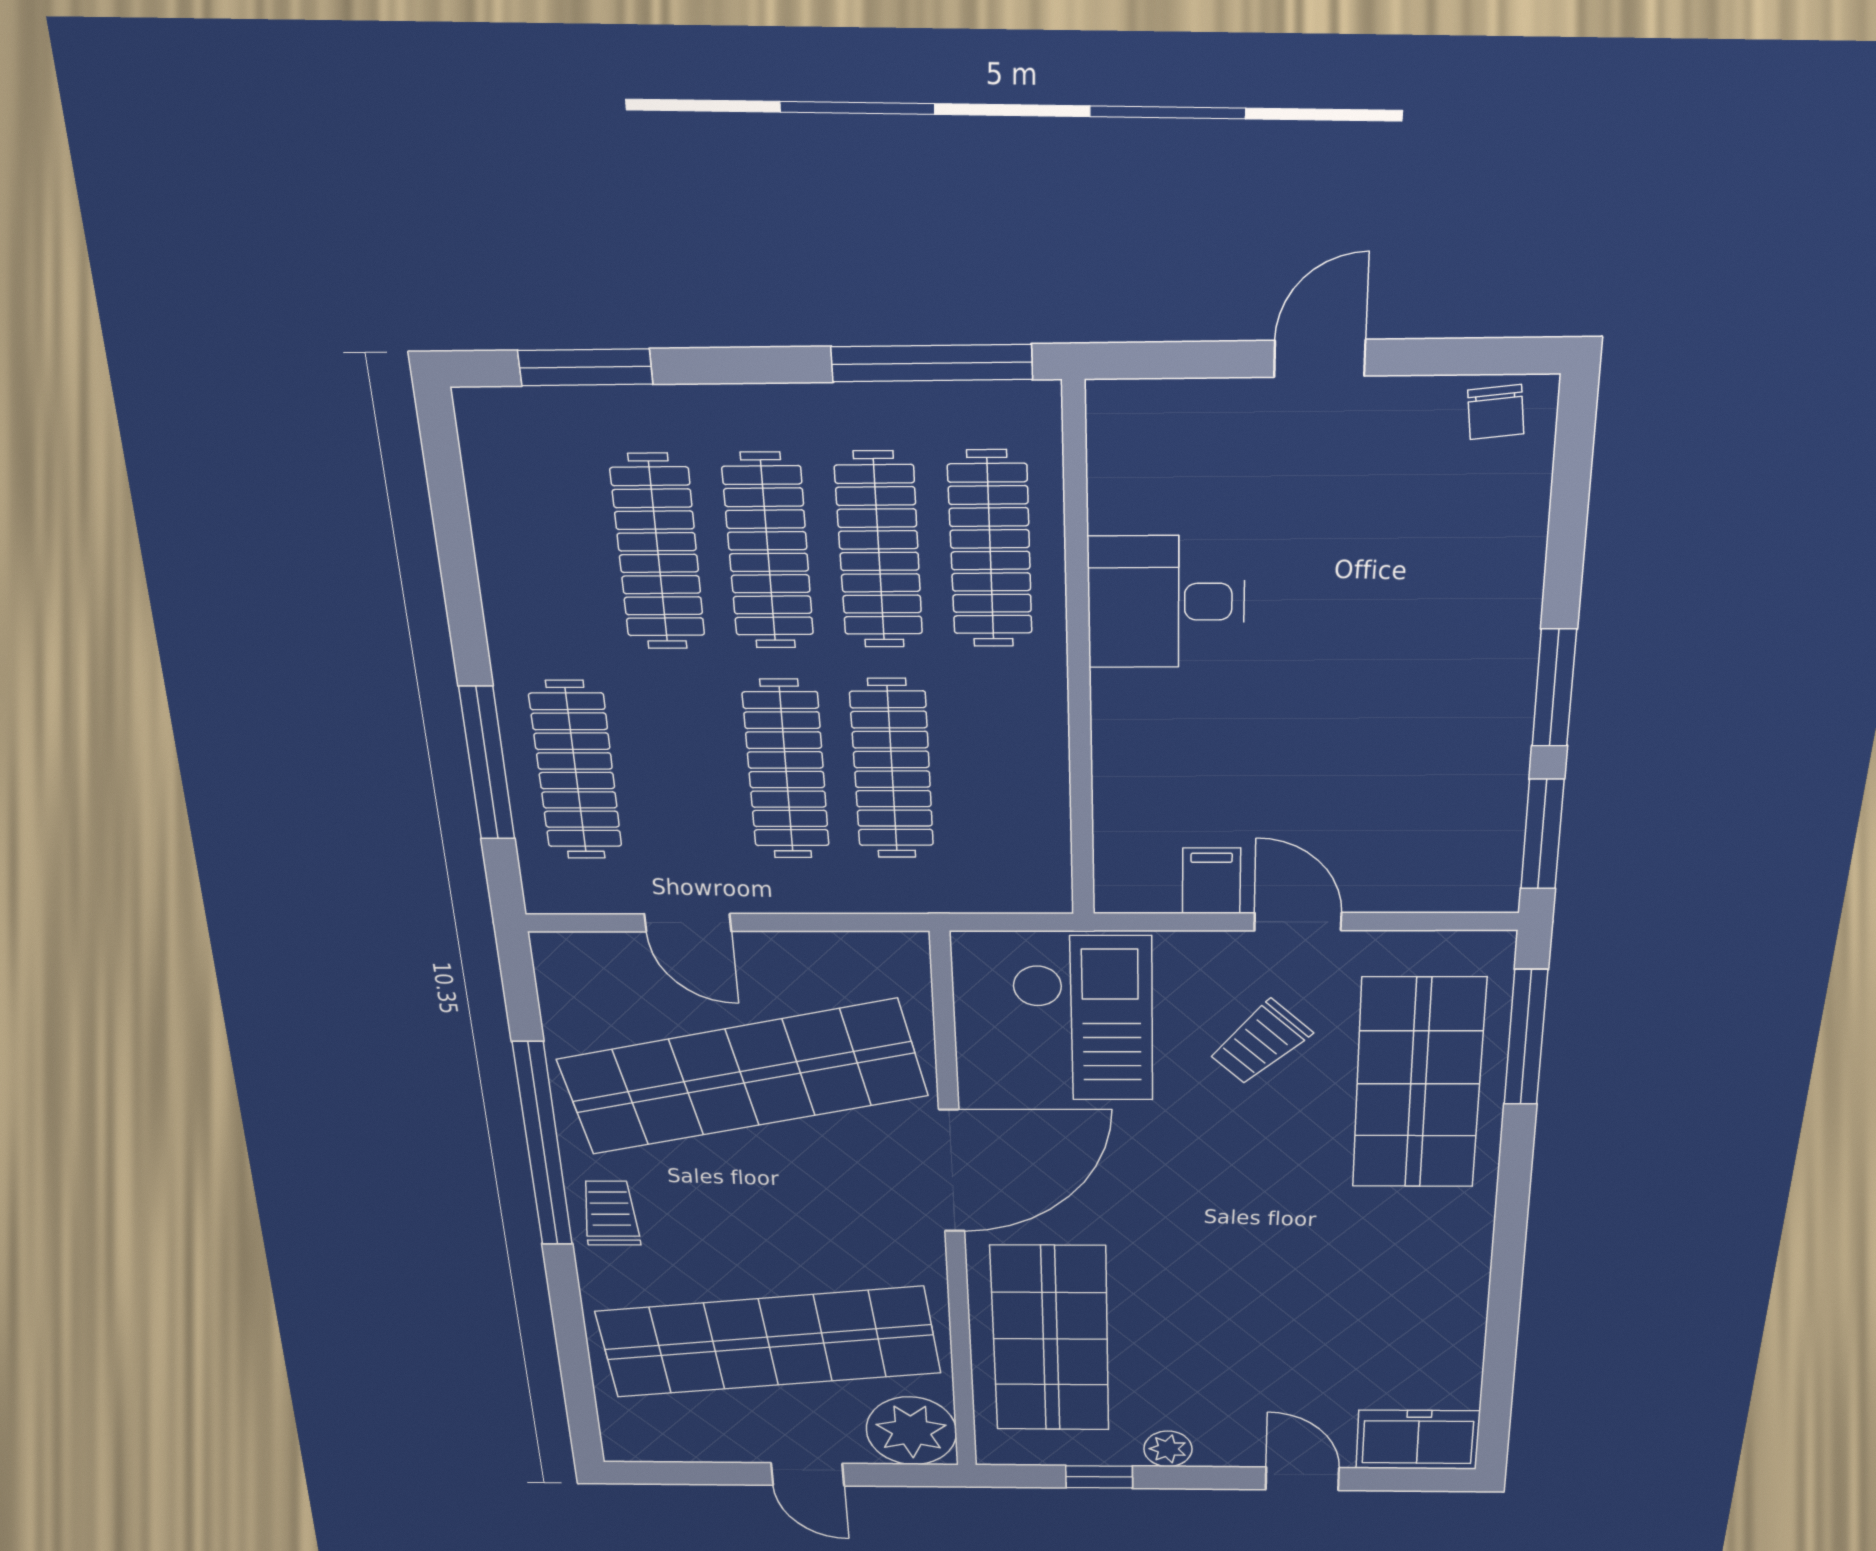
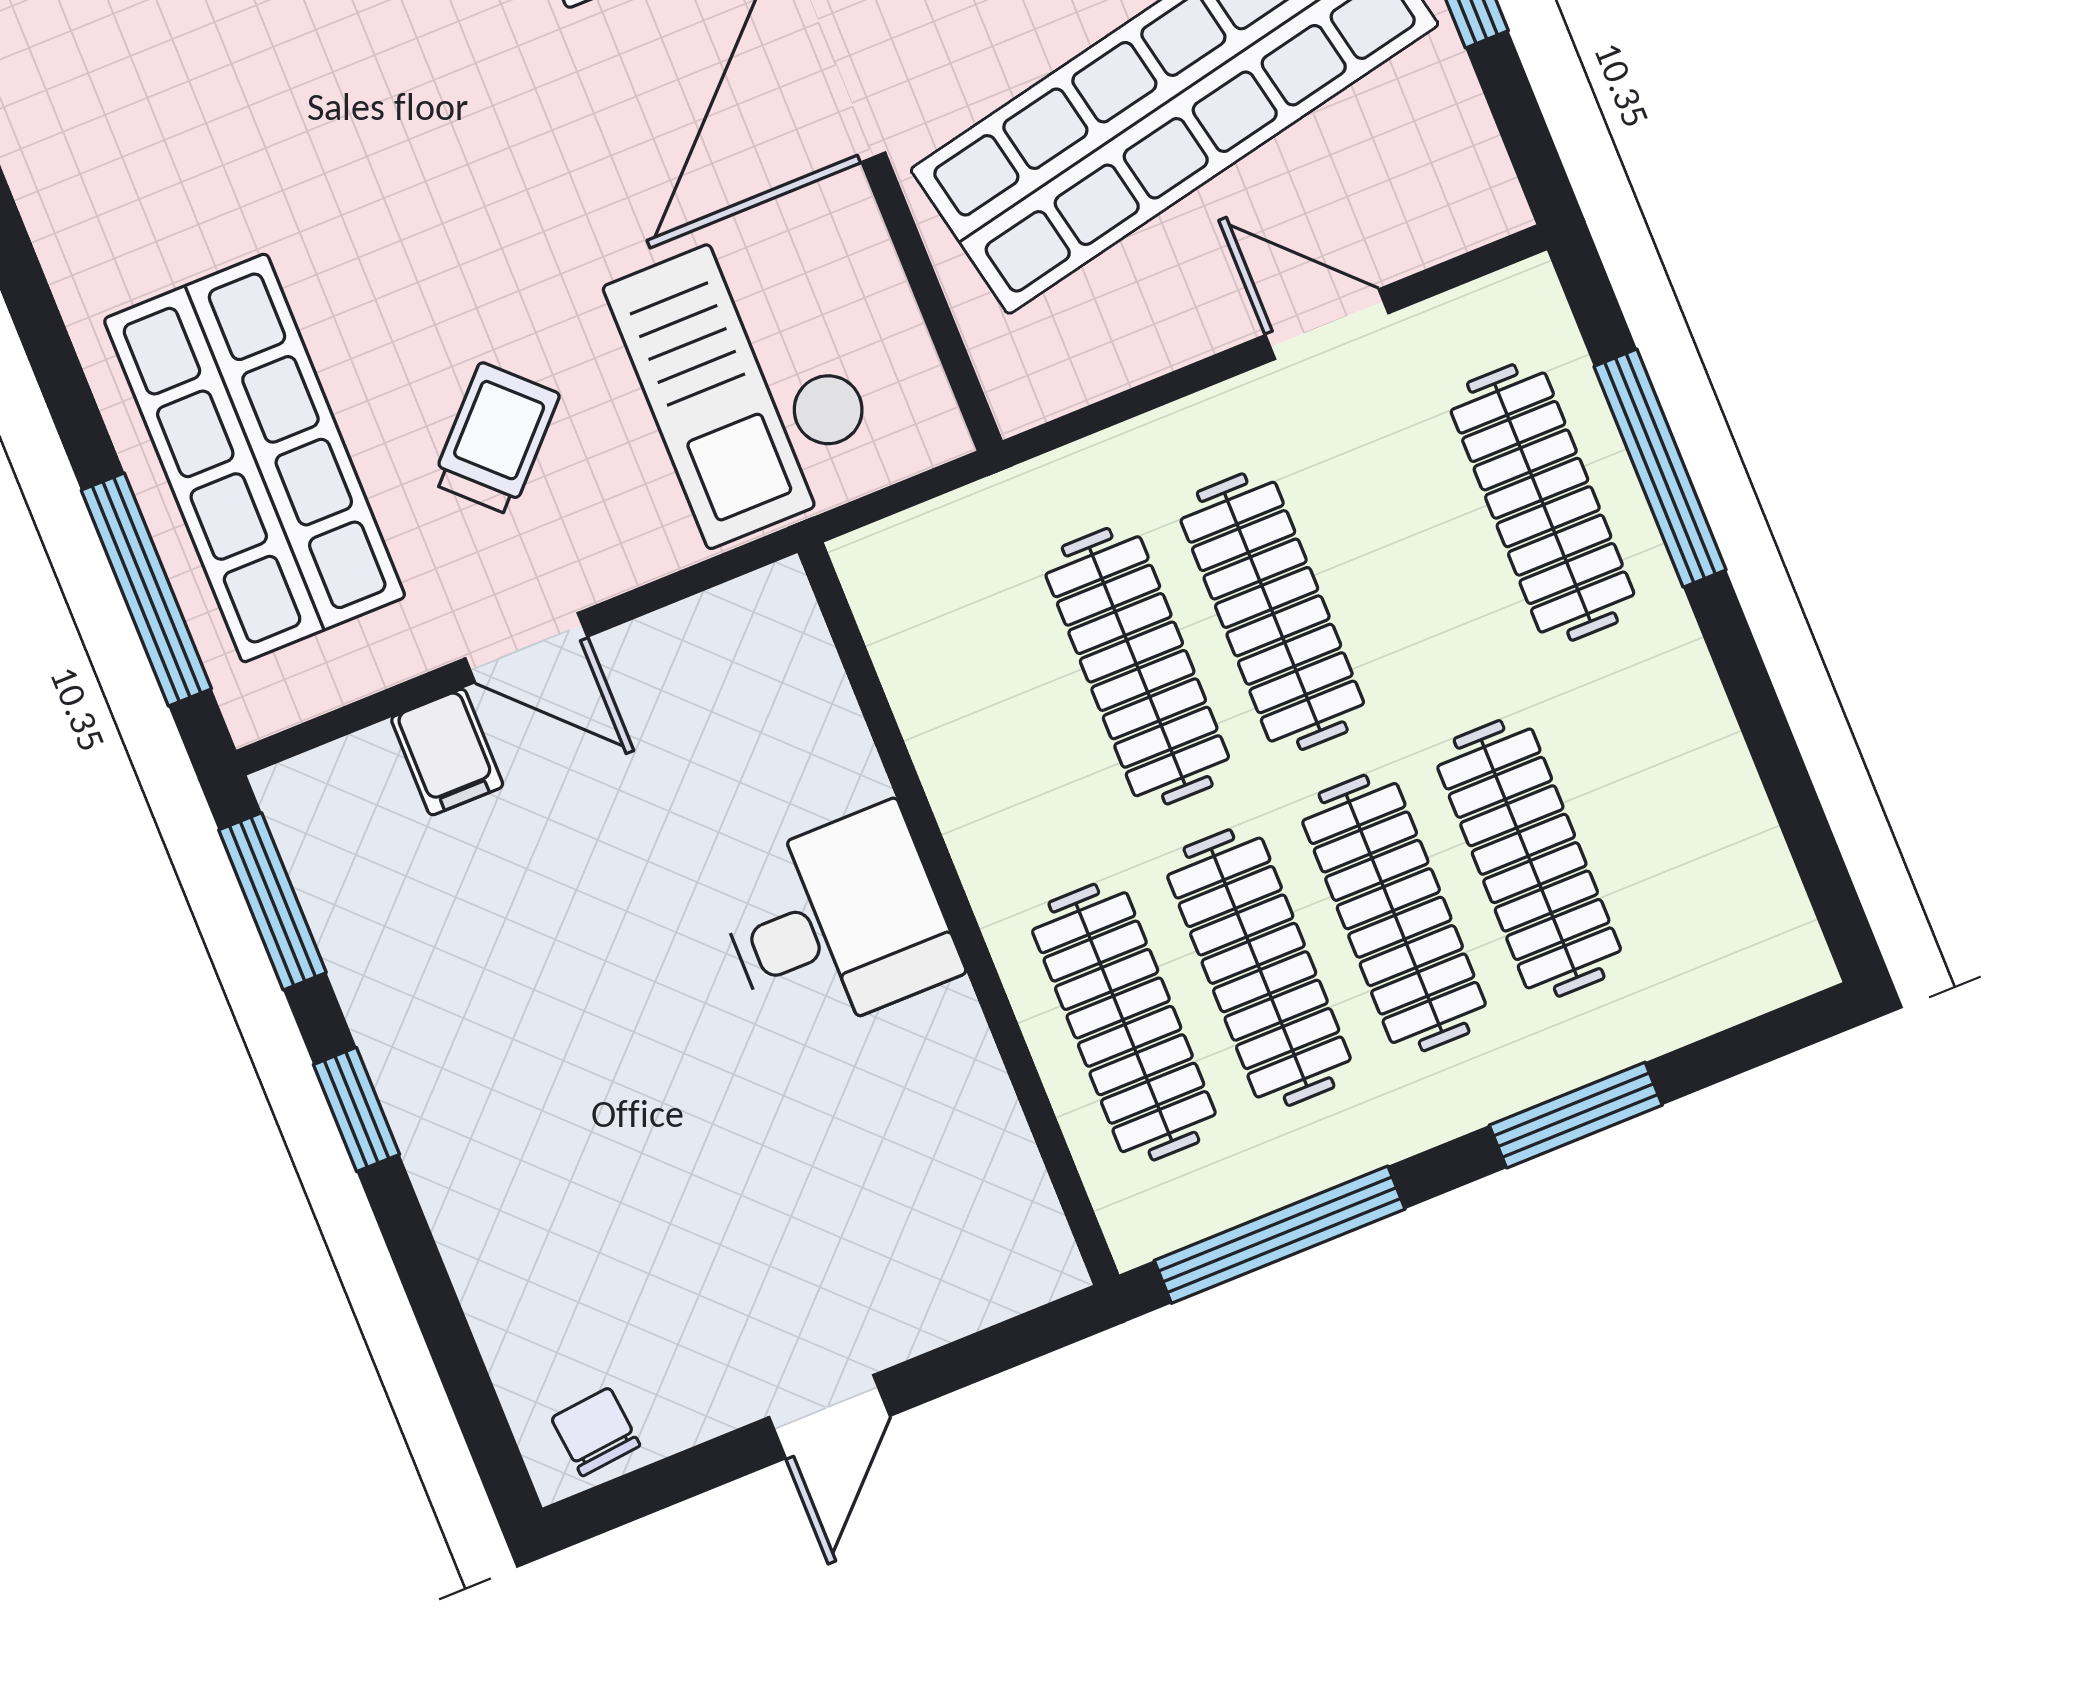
window: (585, 367) -> (1576, 1115), moved
desk: (1166, 602) -> (837, 923), moved
window: (1554, 688) -> (356, 1109), width x0.67
filing cabinet: (1211, 881) -> (447, 752), moved

